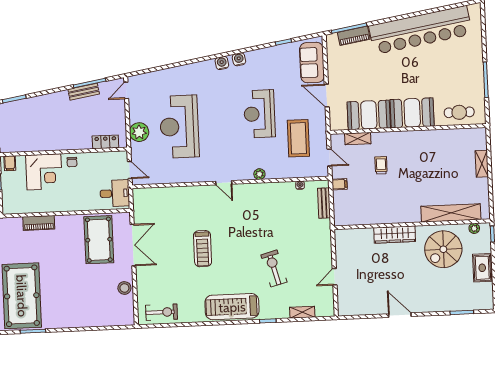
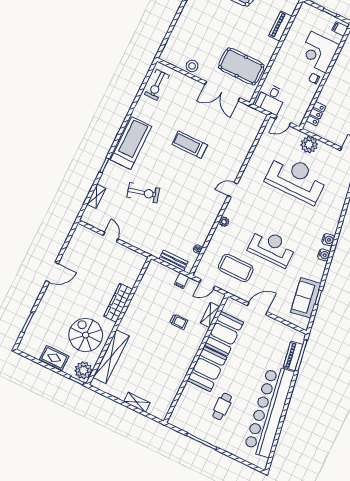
sofa: (312, 63) -> (306, 298), moved, turned -99
cafe table: (459, 112) -> (222, 406), moved
plant: (474, 228) -> (83, 370), width x1.88, depth x1.88

